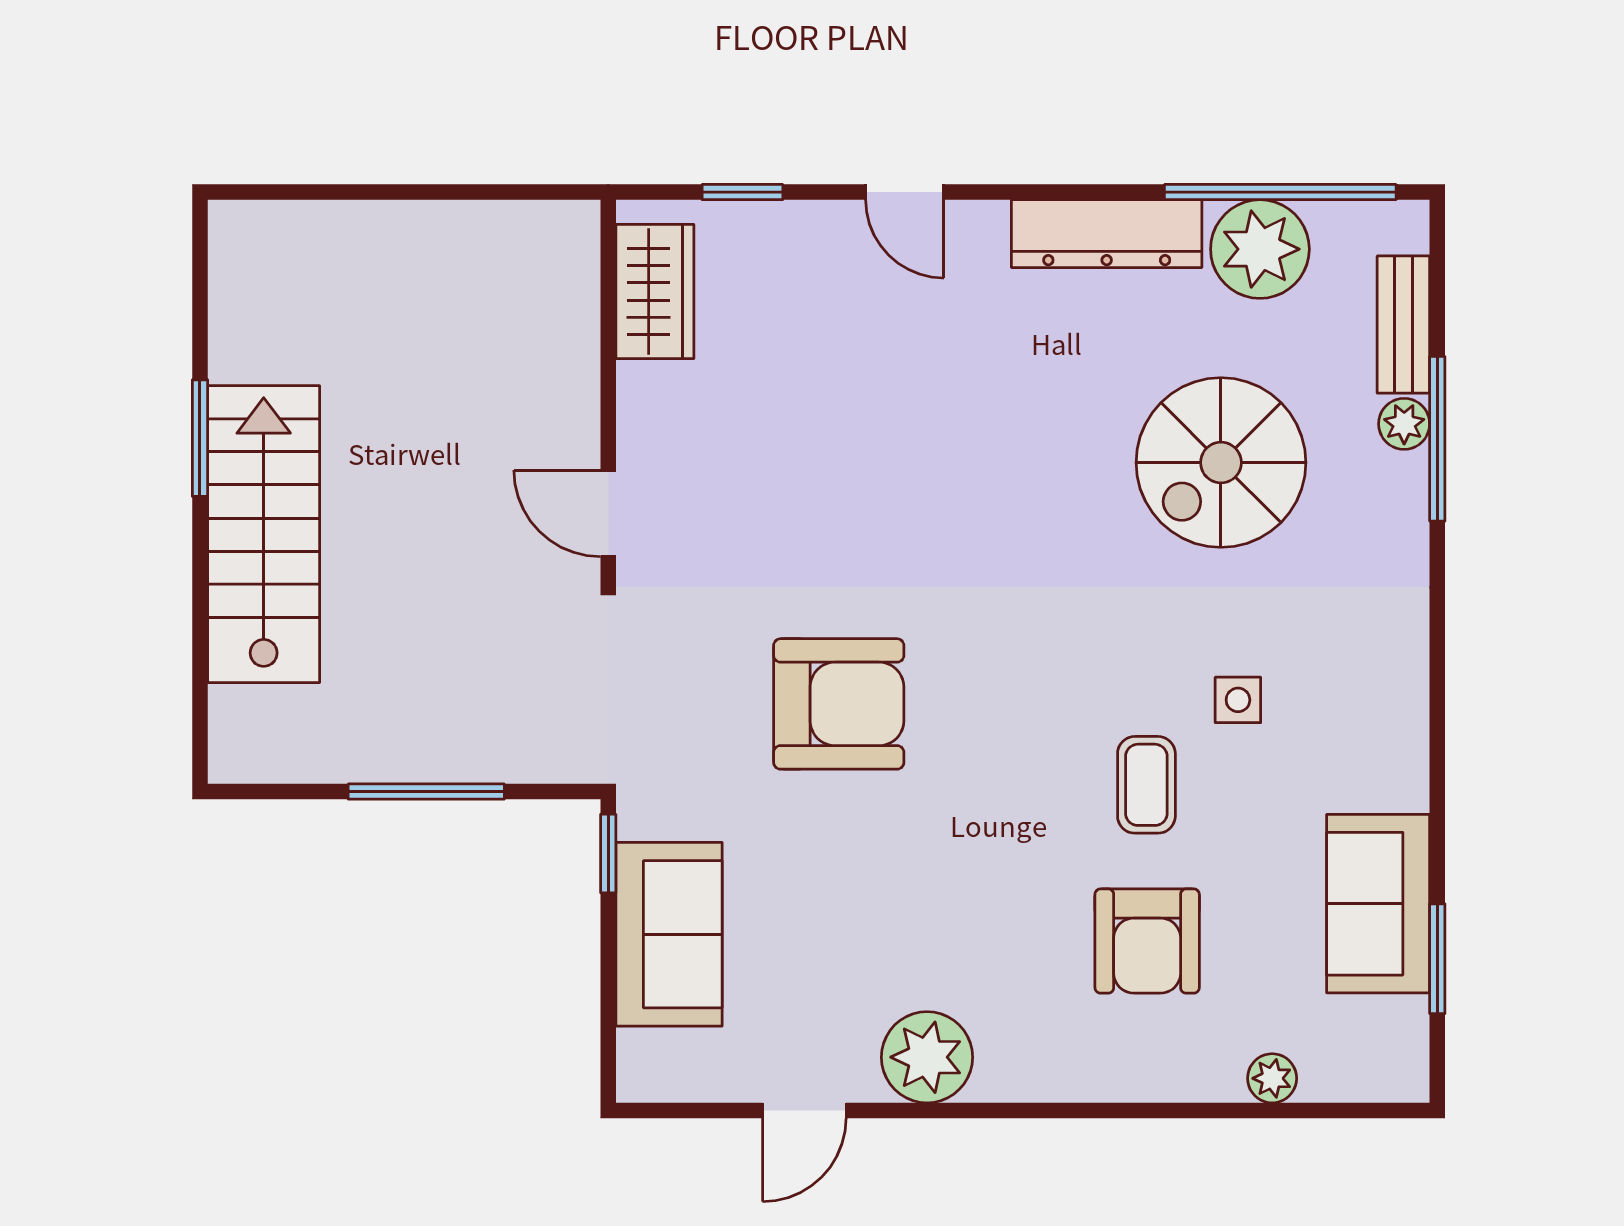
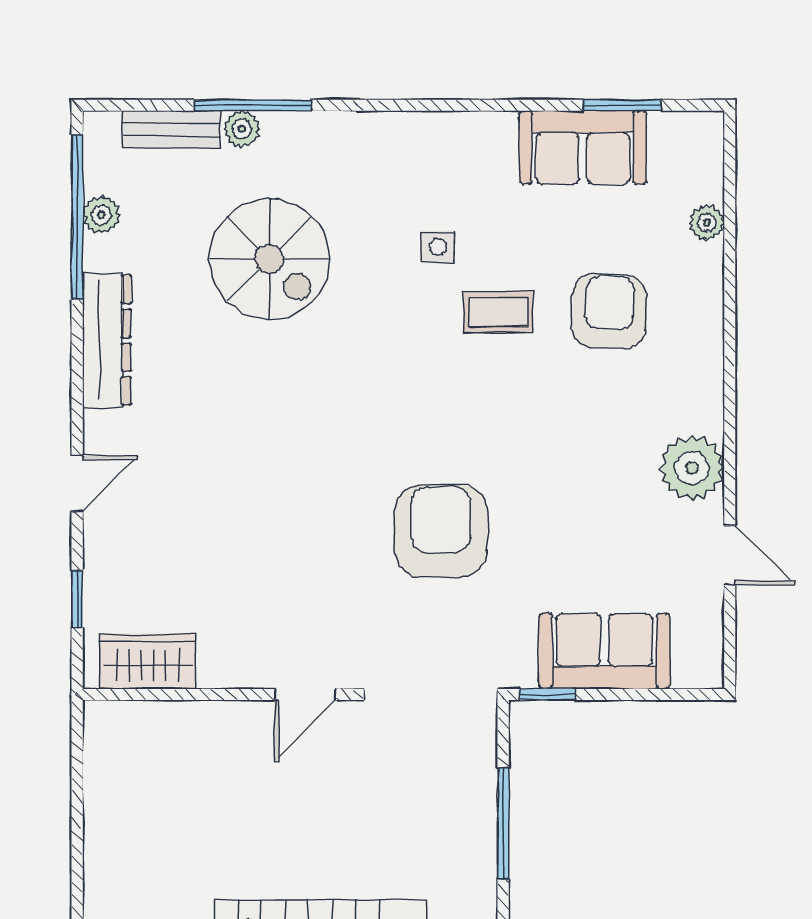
plant: (1260, 249) -> (101, 215), width x0.53, depth x0.53
armchair: (1147, 941) -> (609, 311), turned -88

